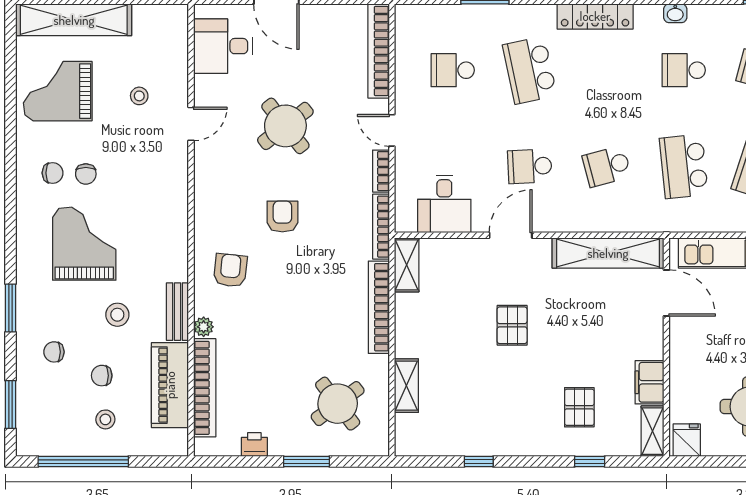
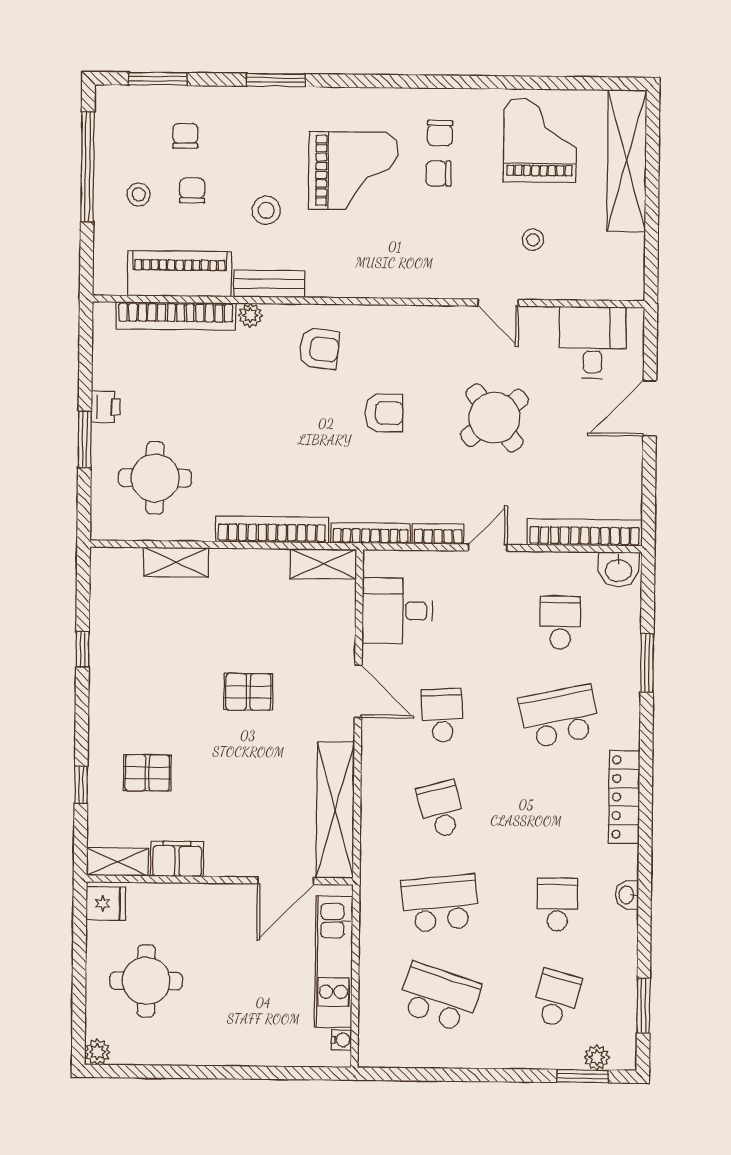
washbasin: (409, 23) -> (619, 570), added
chair: (54, 352) -> (185, 136), moved
round table: (338, 404) -> (155, 478), turned 37
printer: (254, 445) -> (106, 407), moved

